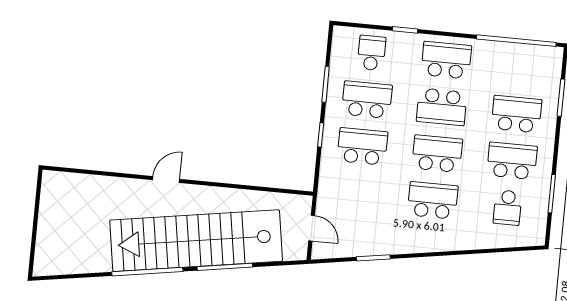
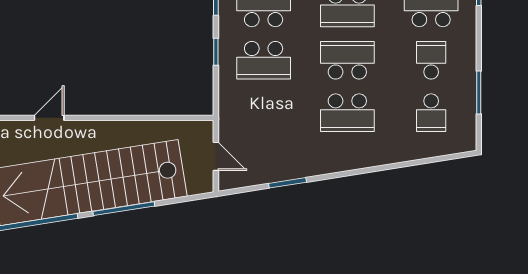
school desk: (362, 146) -> (264, 60), turned 180
school desk: (512, 161) -> (431, 60), width x0.54
school desk: (433, 200) -> (347, 113), turned 180

